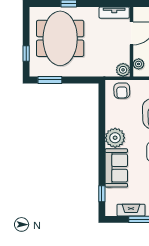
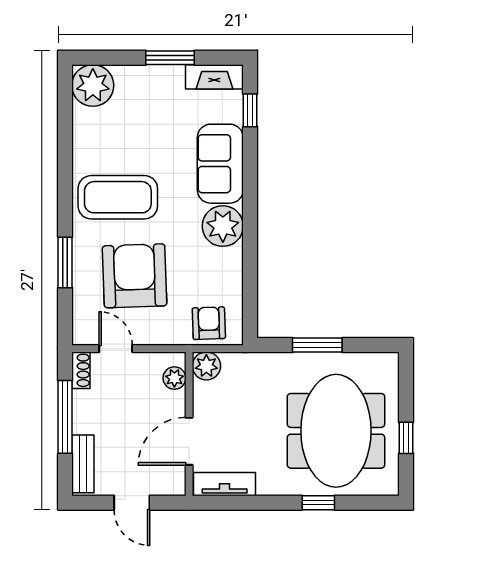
window: (26, 54) -> (406, 438), moved
window: (50, 80) -> (317, 345), moved
fireplace: (131, 210) -> (214, 77), moved

